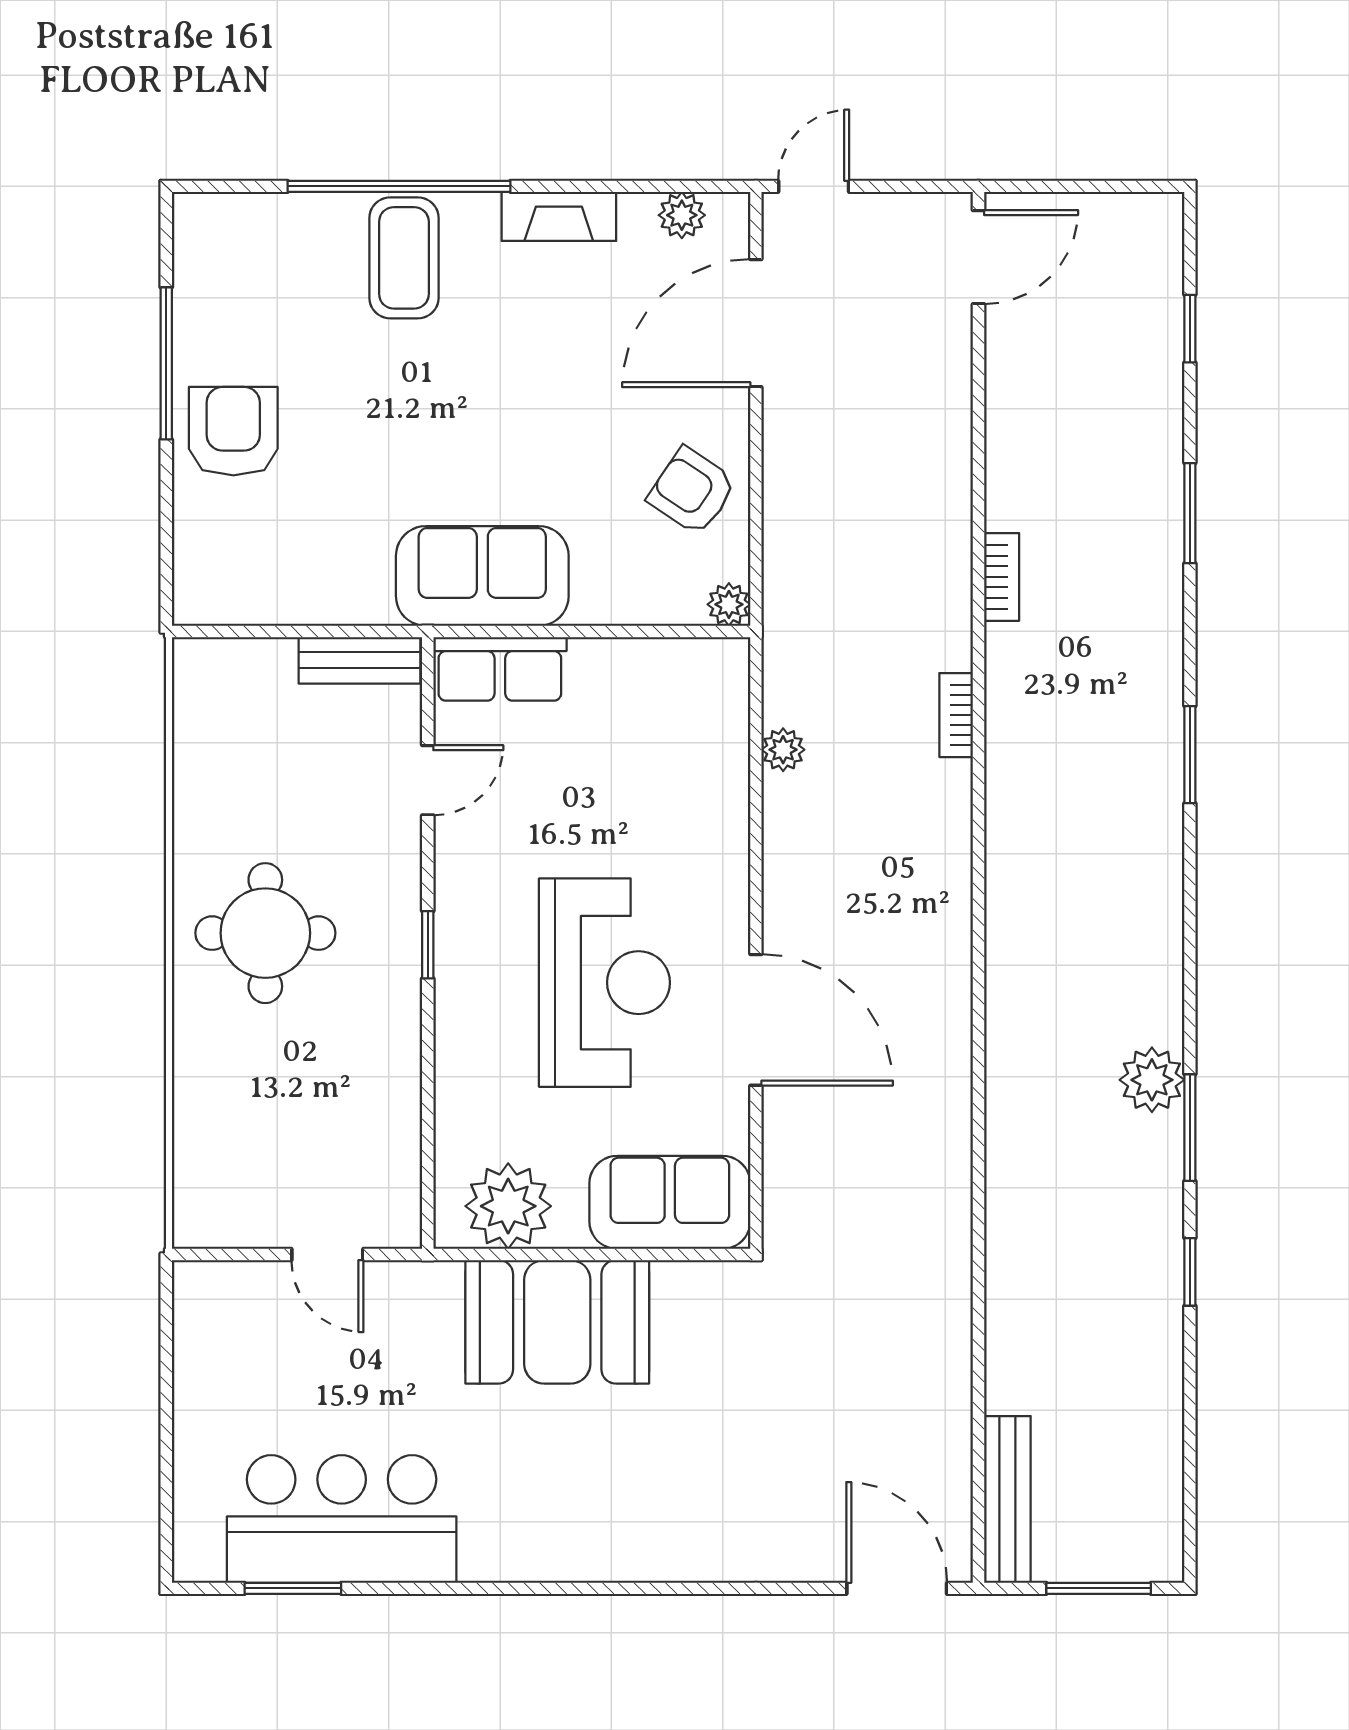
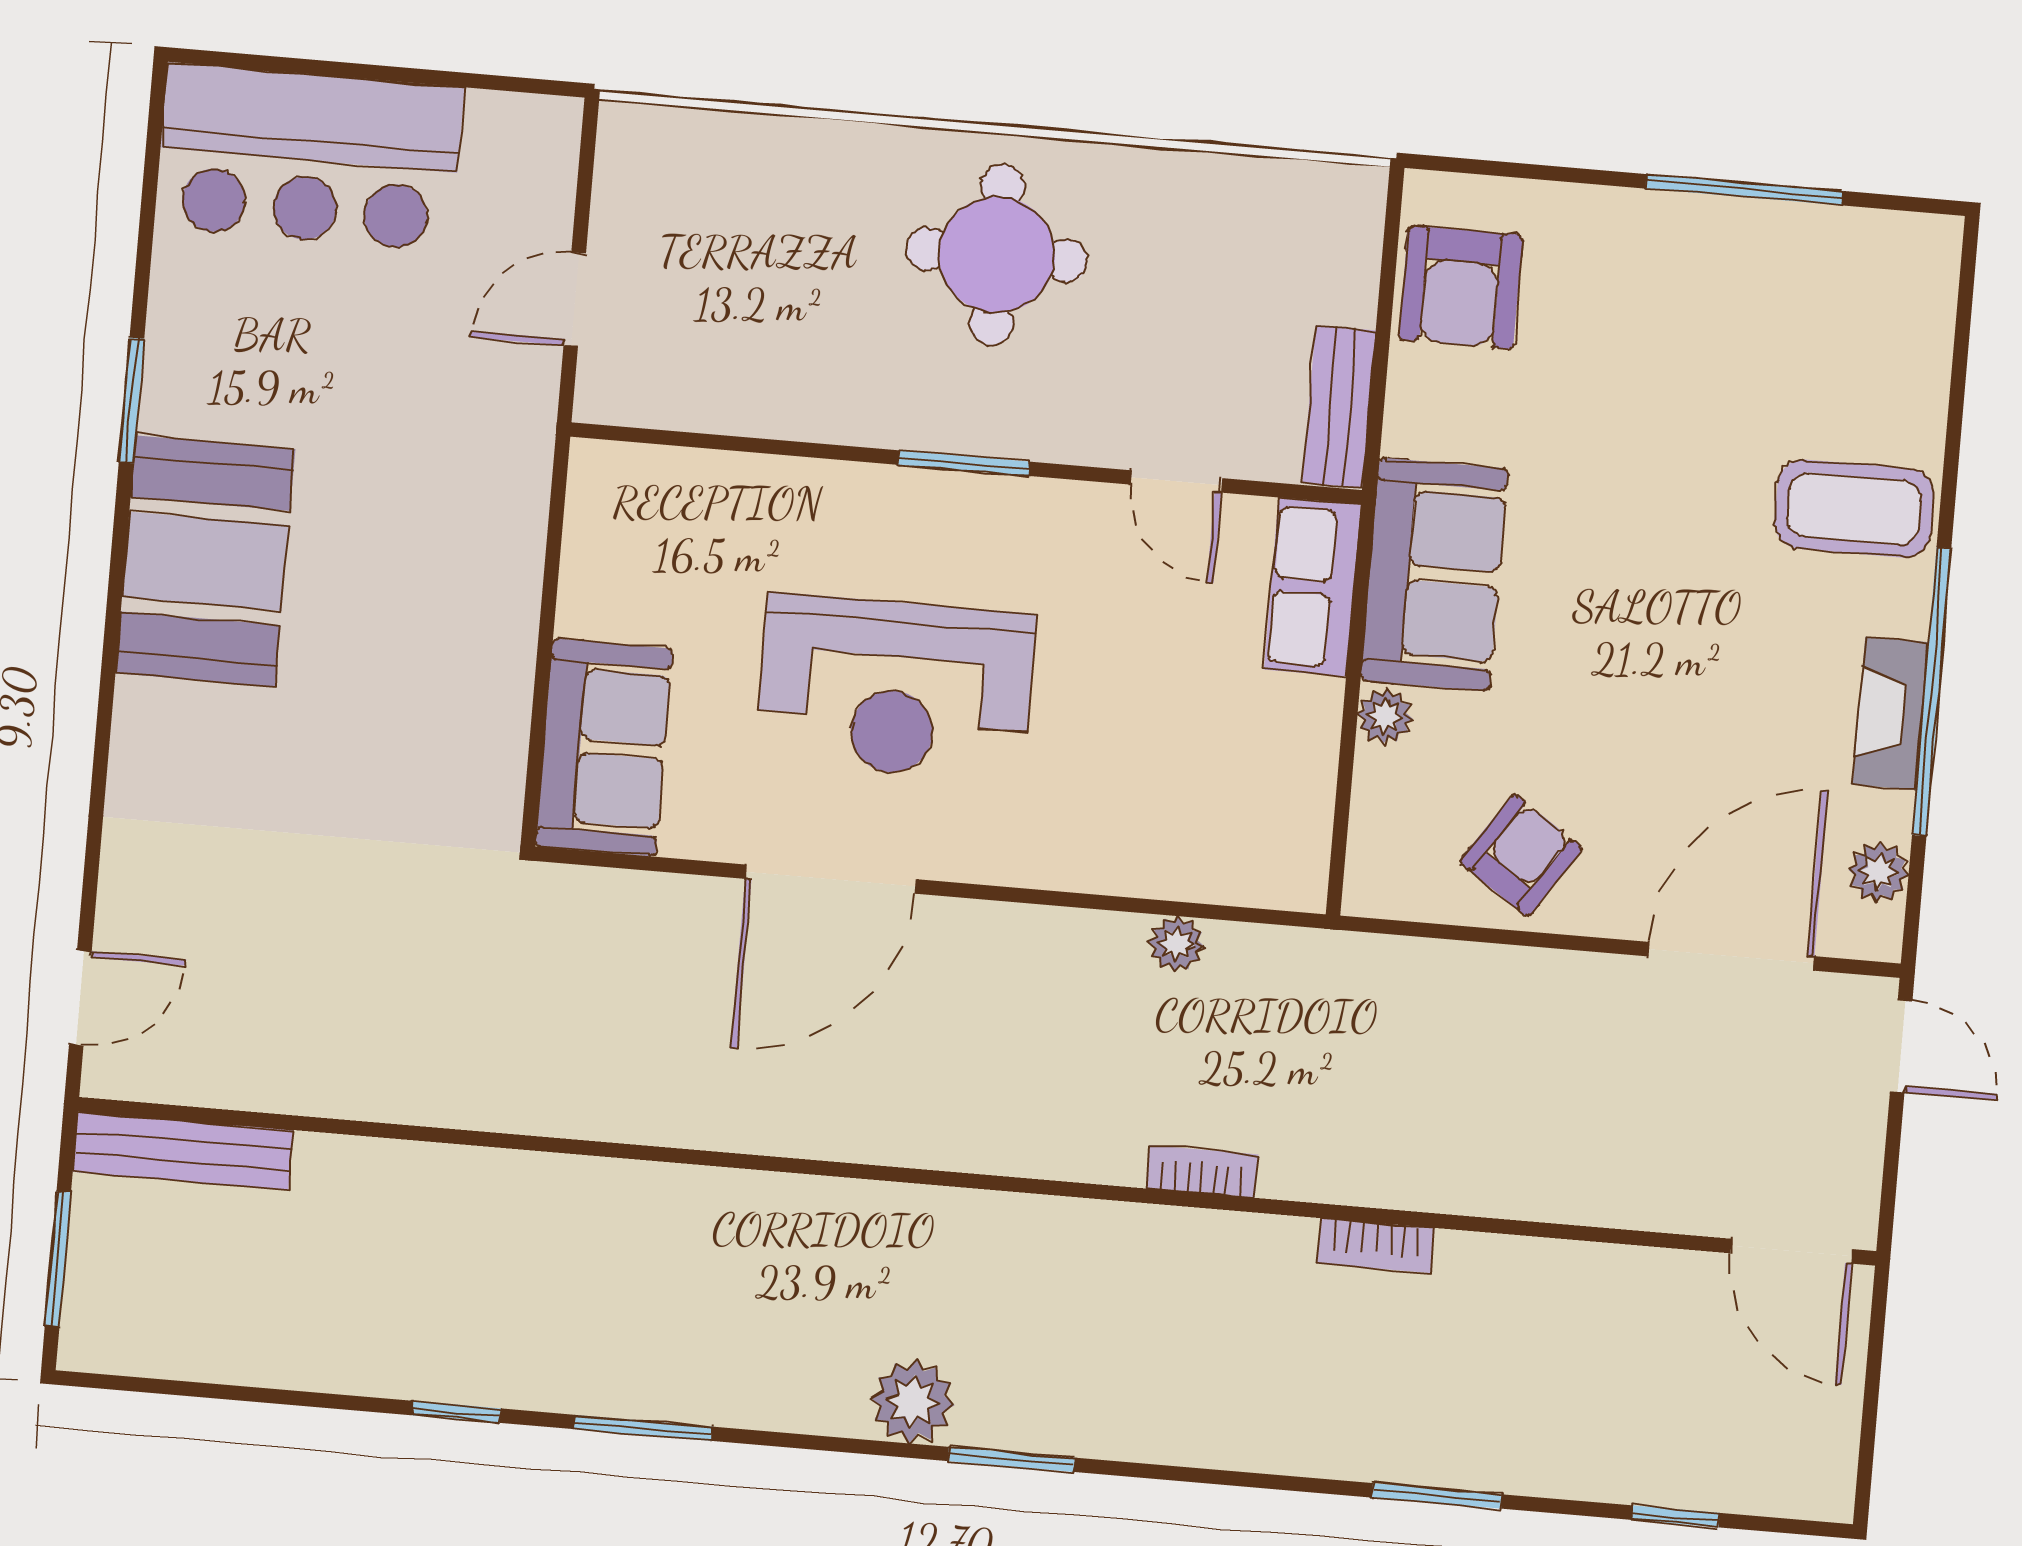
window: (399, 186) -> (1932, 692), moved
door: (756, 323) -> (1731, 956), hinge flipped
armchair: (233, 431) -> (1461, 287), moved, turned 90
plant: (729, 604) -> (1385, 717), moved
window: (1190, 755) -> (1011, 1459), moved
window: (428, 945) -> (964, 463), width x1.50
plant: (1152, 1080) -> (913, 1402), moved
plant: (508, 1206) -> (617, 538), removed
booth: (557, 1322) -> (205, 561), moved
bar counter: (342, 1519) -> (309, 157), moved, turned 90
window: (293, 1588) -> (132, 401), moved
door: (897, 1588) -> (80, 998), width x0.73

